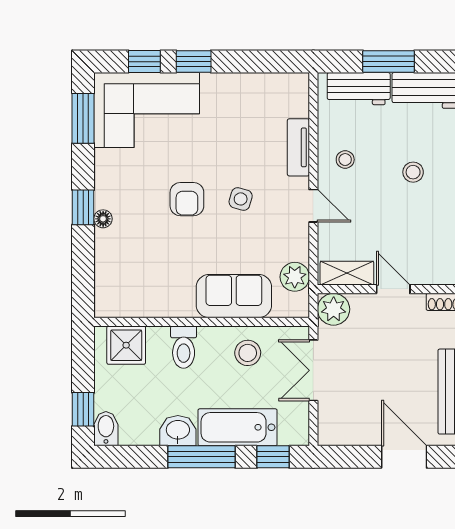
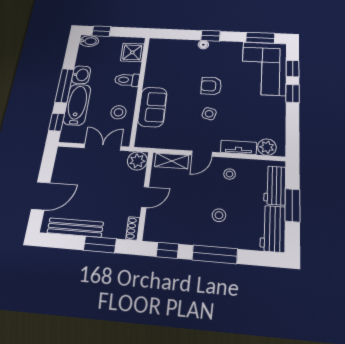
shelving: (347, 273) -> (172, 161), moved, turned 90
plant: (295, 277) -> (267, 147), moved

